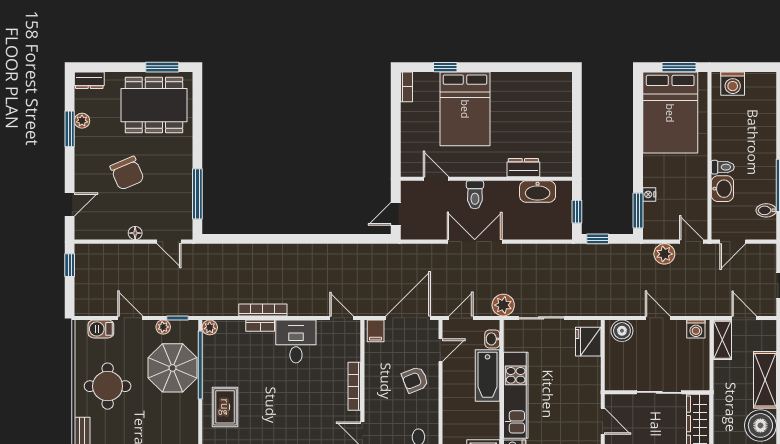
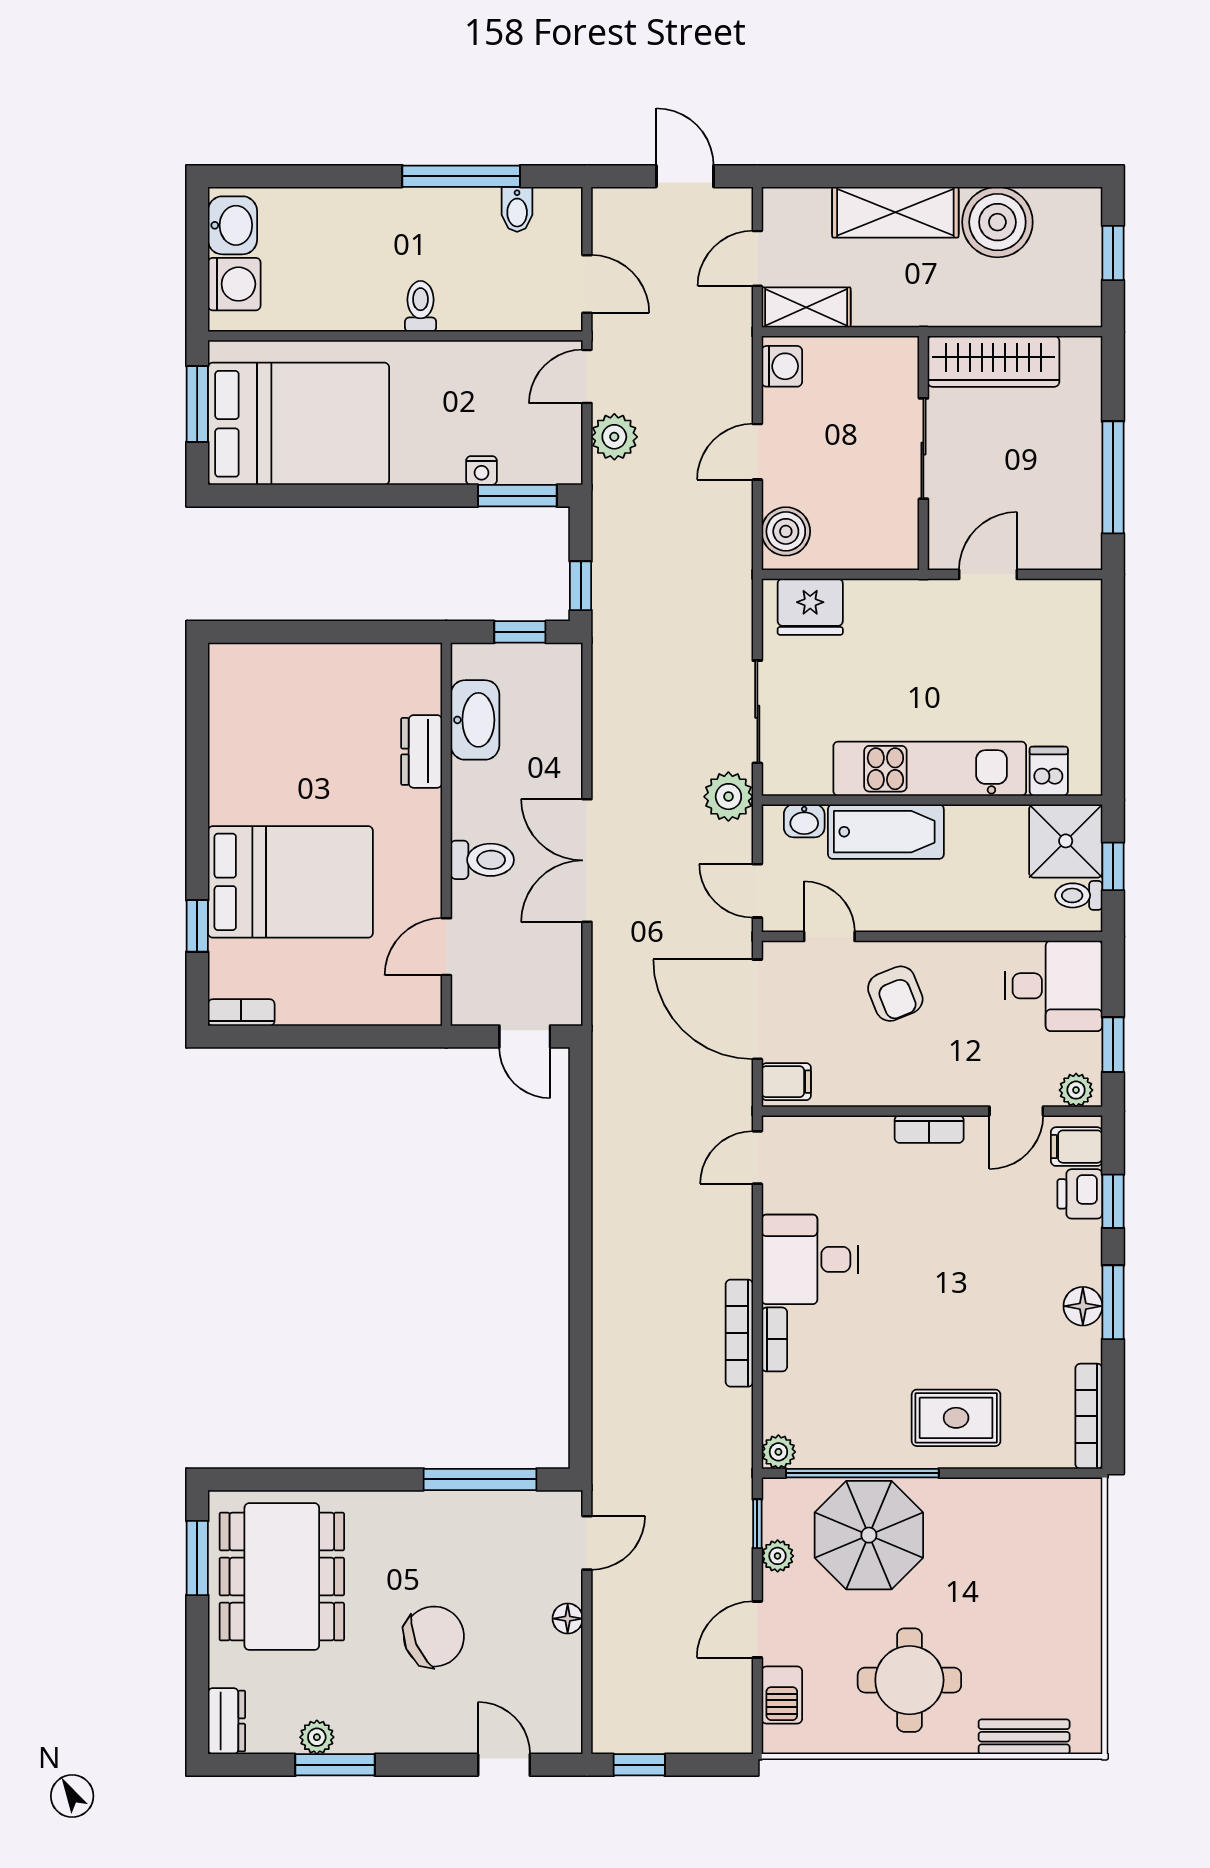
washbasin: (722, 189) -> (232, 225), moved, turned 90
bookcase: (354, 386) -> (929, 1129), width x0.64

